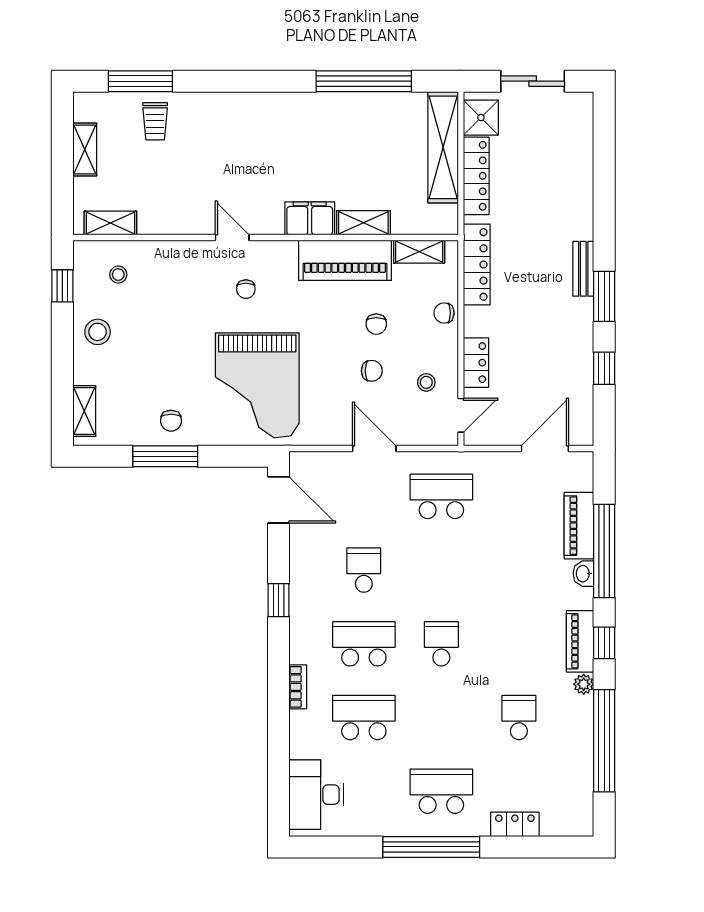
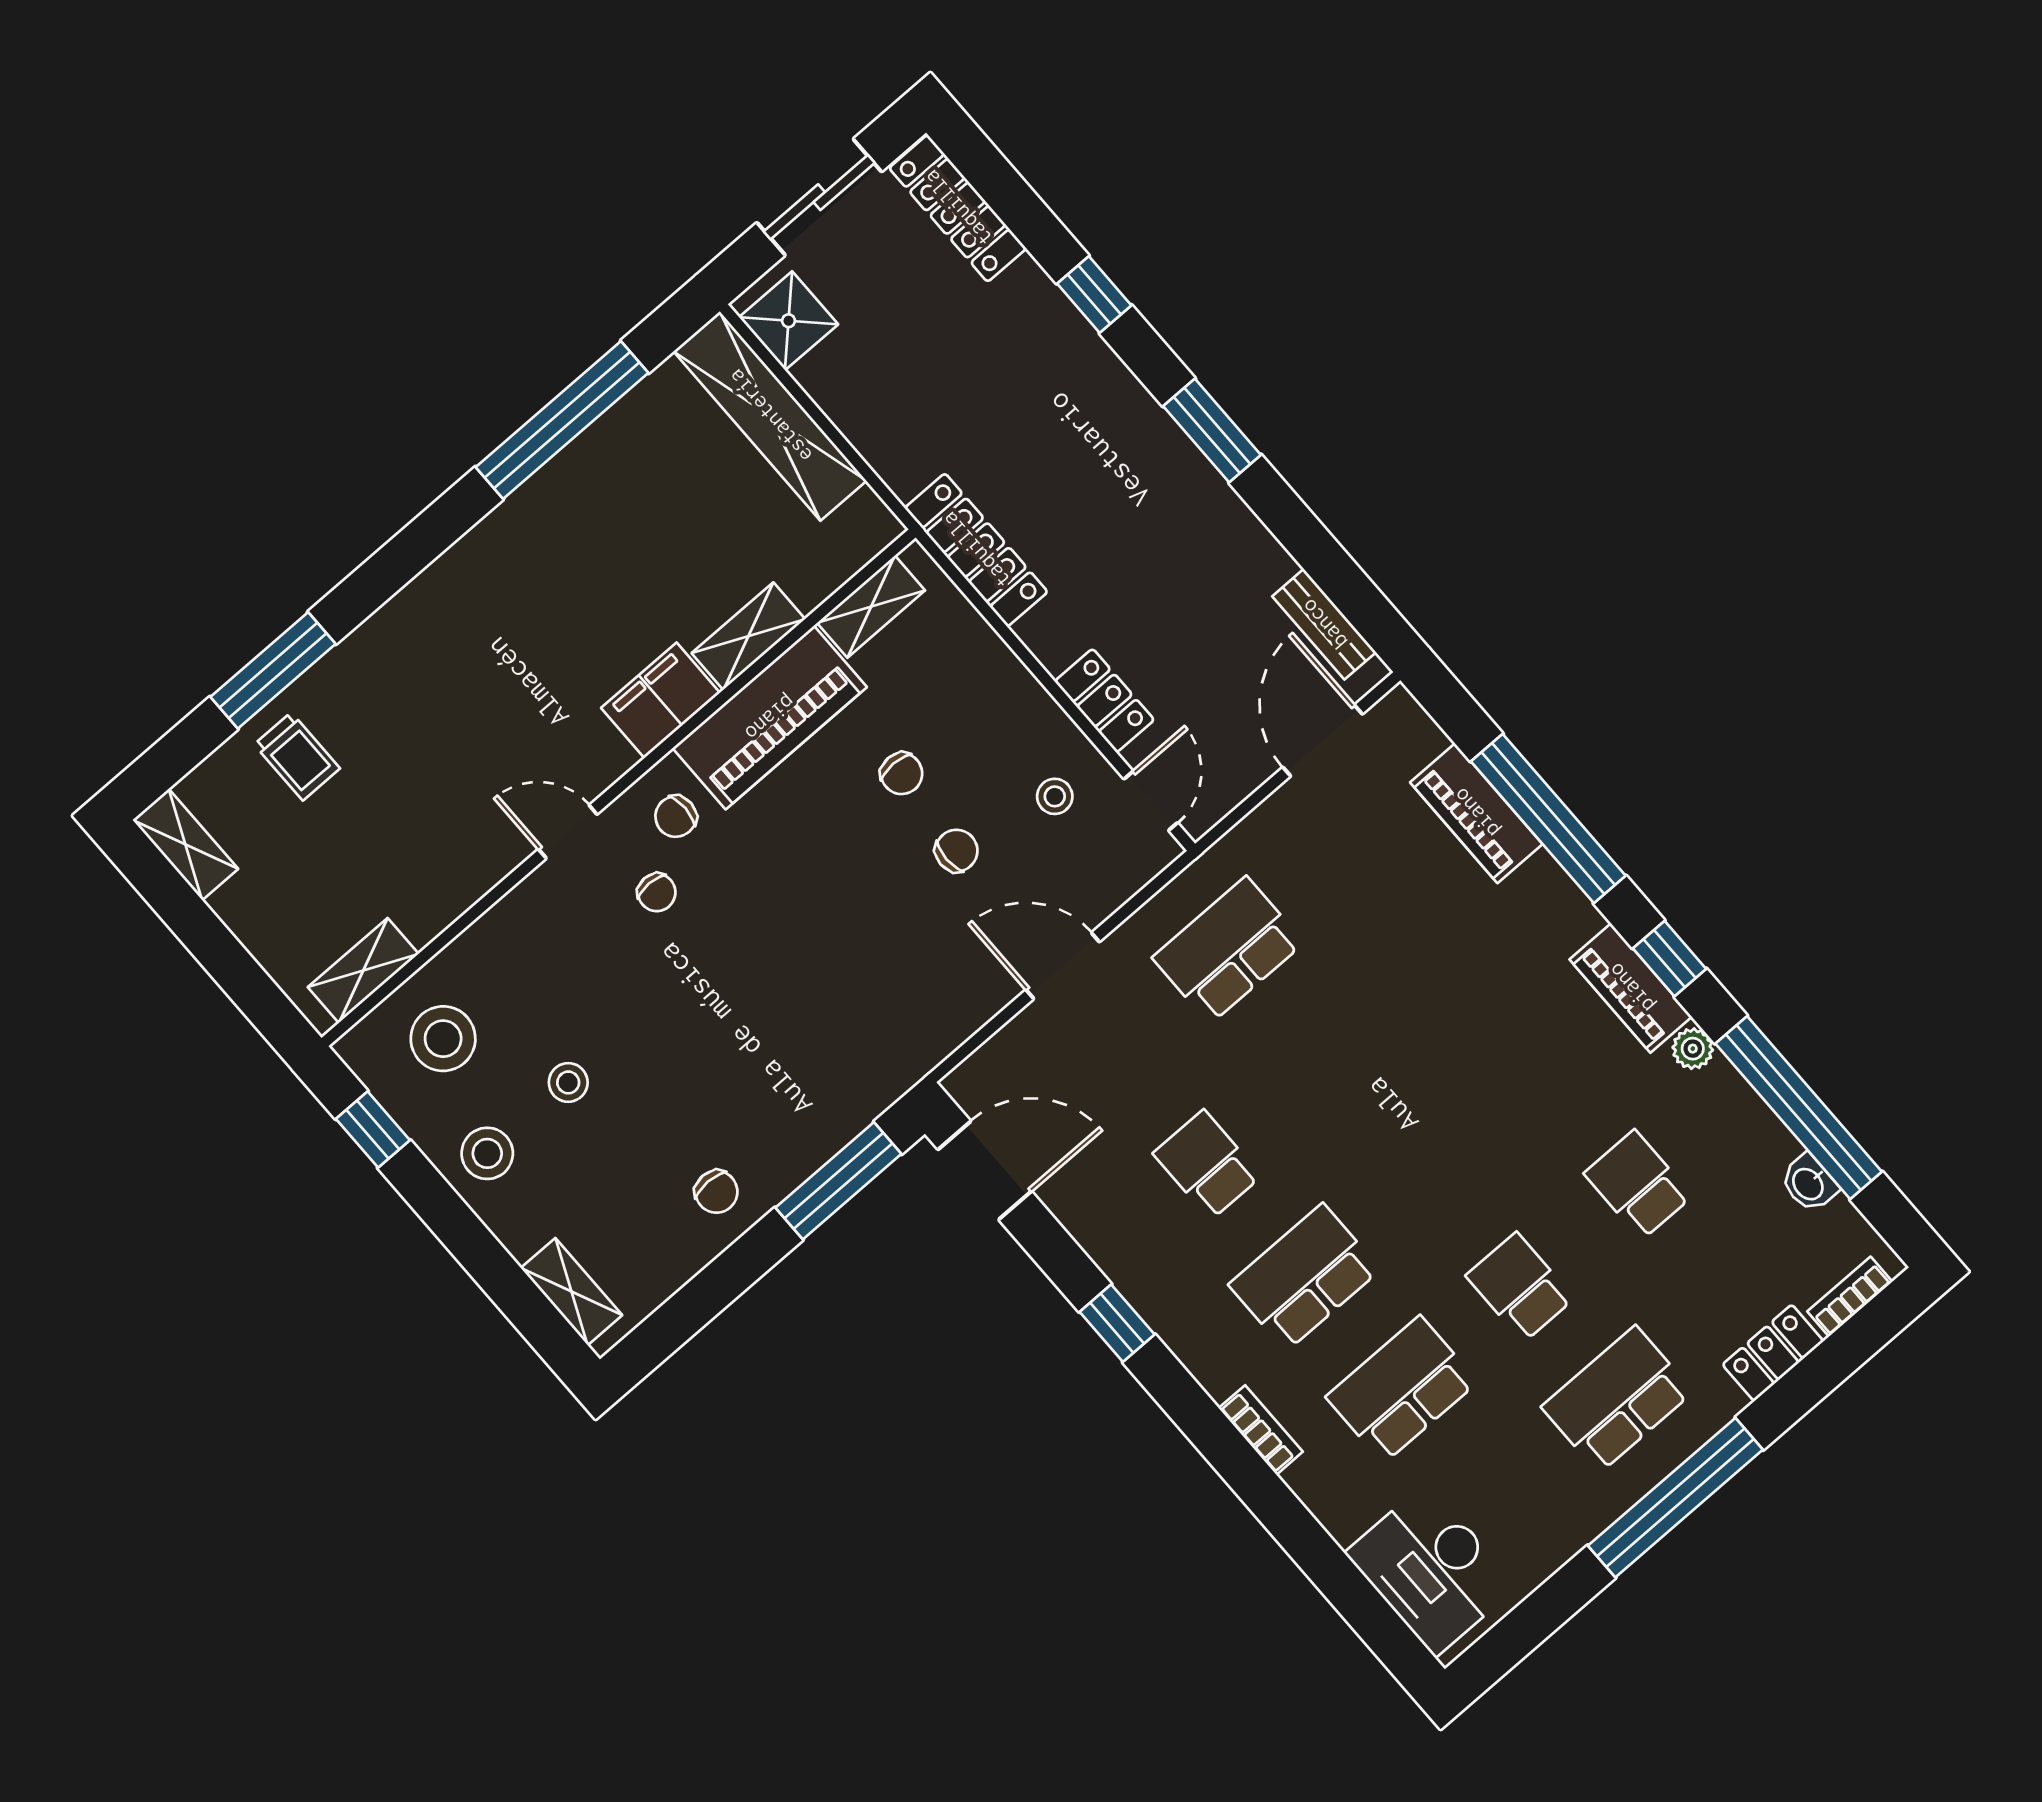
window: (140, 81) -> (273, 670), moved
shelving: (85, 150) -> (185, 844), moved
locker: (476, 176) -> (958, 208), moved, turned 180
bench: (583, 269) -> (1324, 624), moved
stool: (118, 275) -> (443, 1039), width x1.89, depth x1.89
chair: (444, 313) -> (676, 817), moved
stool: (151, 332) -> (568, 1082), added
window: (604, 368) -> (1094, 294), moved
grand piano: (257, 385) -> (801, 1024), removed
window: (165, 456) -> (838, 1181), moved
washbasin: (583, 574) -> (1809, 1183), moved
school desk: (441, 644) -> (1520, 1287), moved
bookcase: (562, 828) -> (1850, 1297), added

